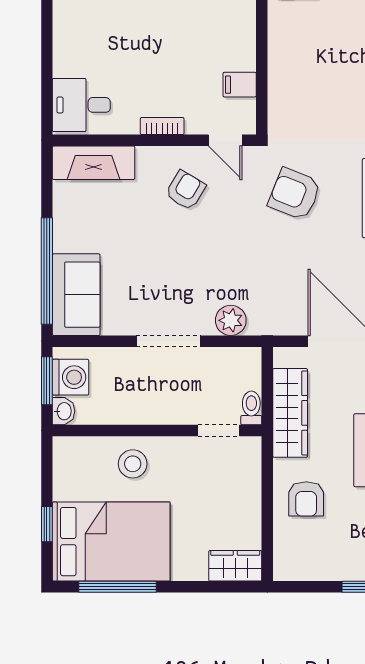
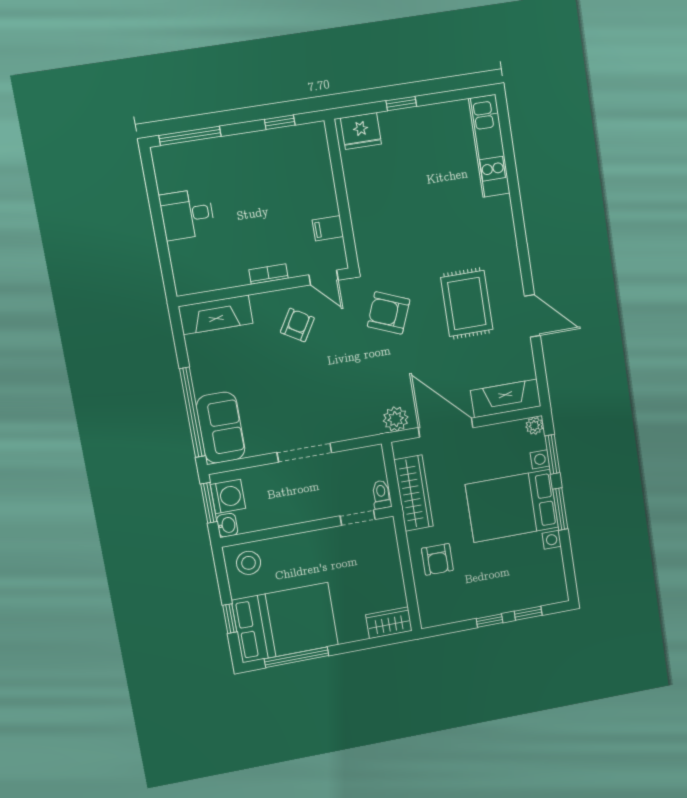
desk: (81, 105) -> (187, 214), moved
plant: (231, 320) -> (396, 419), moved
stool: (133, 464) -> (249, 563), moved

